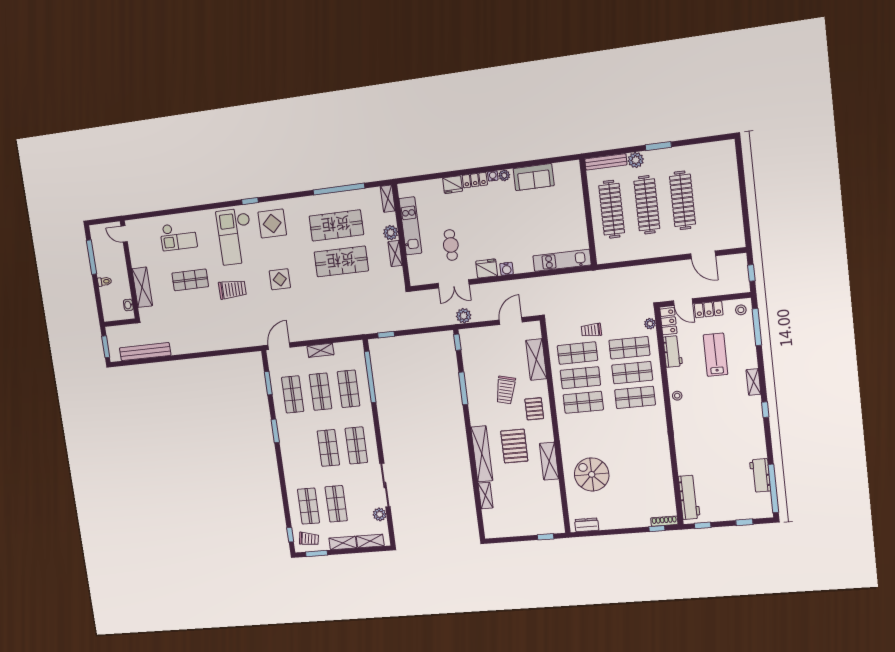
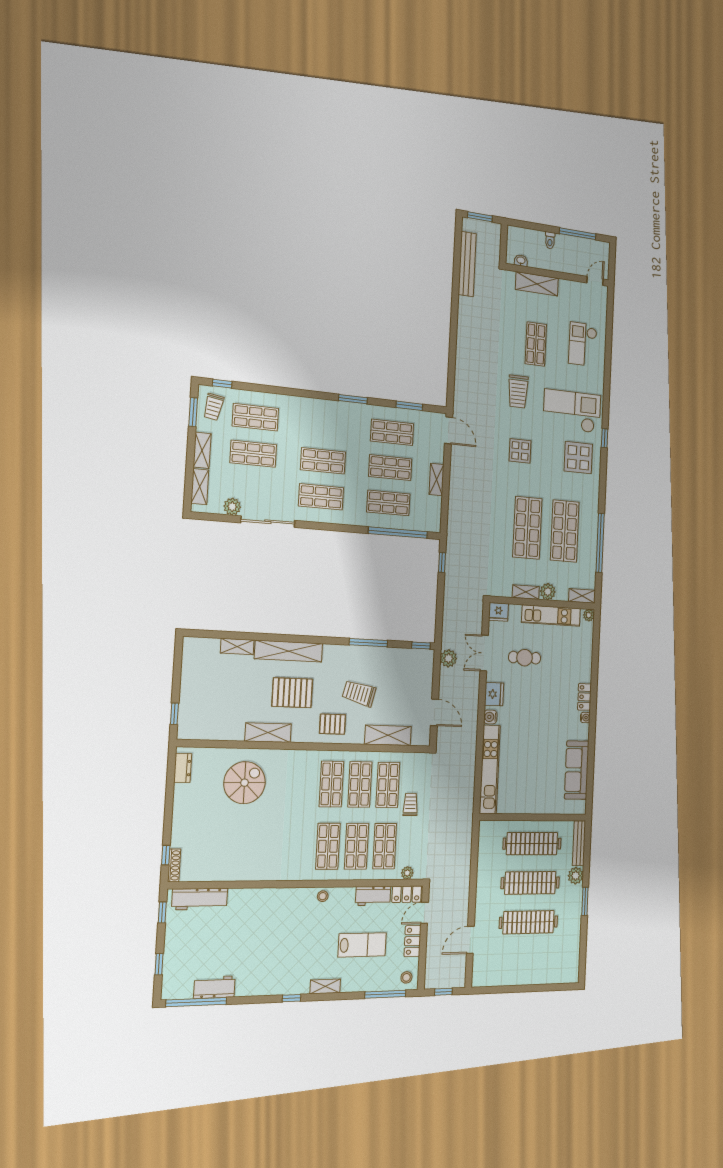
plant: (504, 175) -> (589, 615), moved
sofa: (534, 177) -> (577, 770), width x1.36
fridge: (453, 185) -> (498, 612), moved, turned -90
kitchen unit: (562, 260) -> (490, 769), width x1.36

